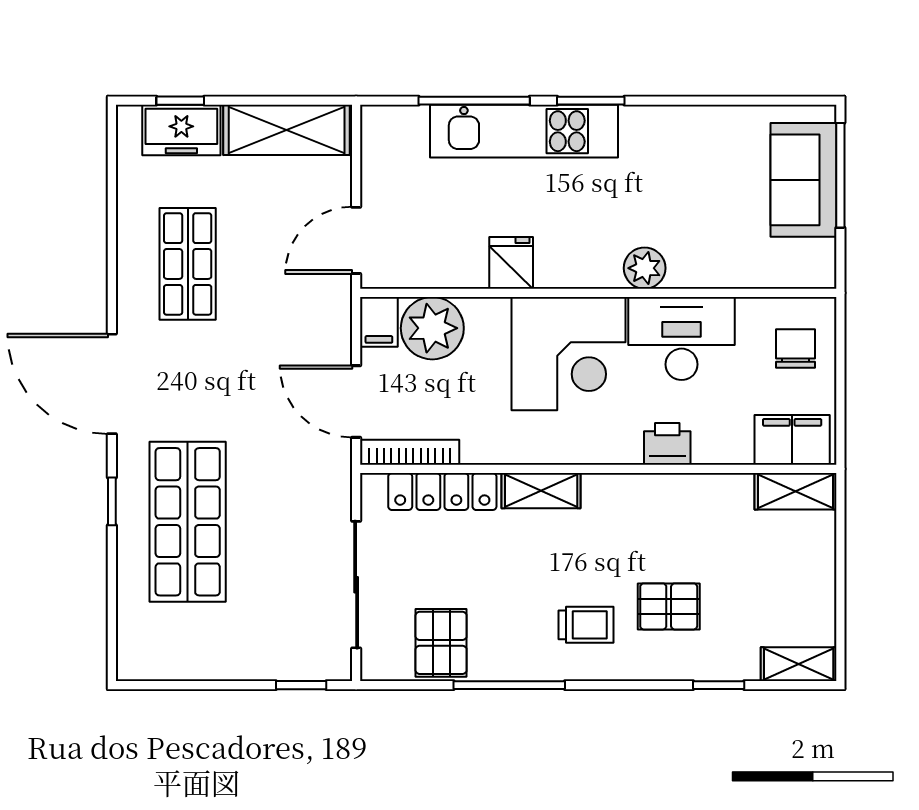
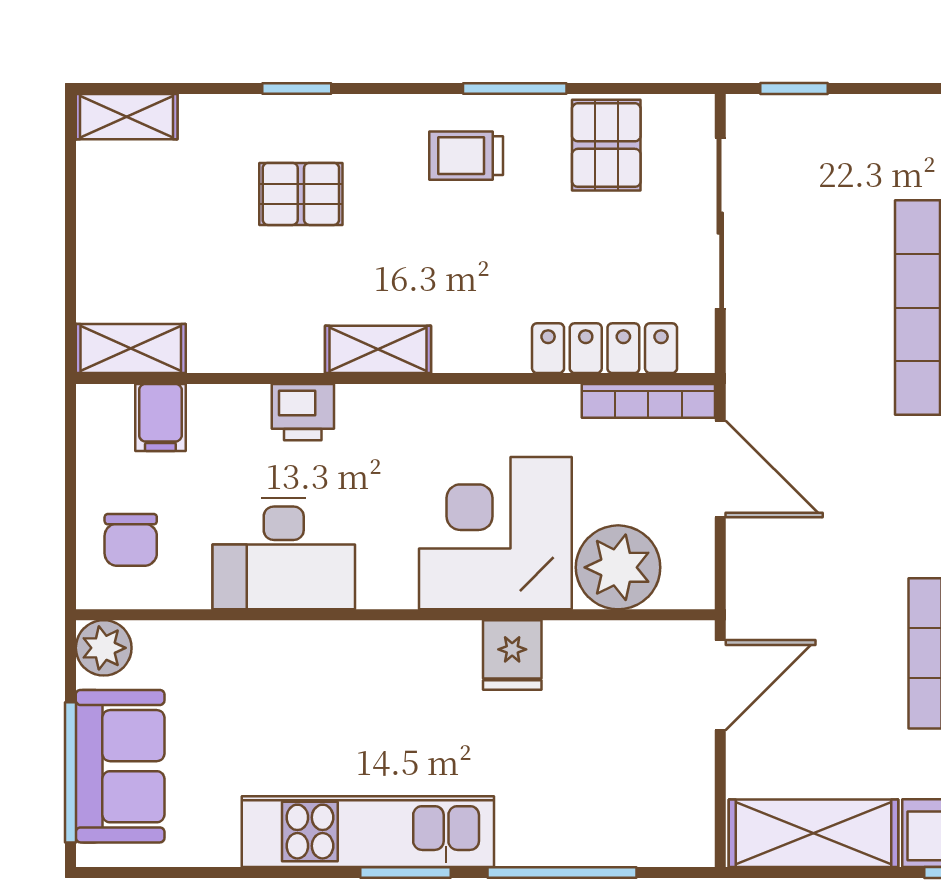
kitchen unit: (524, 131) -> (368, 832), moved
plant: (645, 268) -> (104, 648), moved
filing cabinet: (379, 322) -> (690, 576), removed
corner desk: (568, 354) -> (495, 533), moved
filing cabinet: (792, 440) -> (160, 417), width x0.50
shelving: (541, 491) -> (378, 349), moved
trolley: (586, 625) -> (466, 156), moved
window: (509, 685) -> (515, 89), width x0.69
window: (719, 685) -> (297, 89), moved

